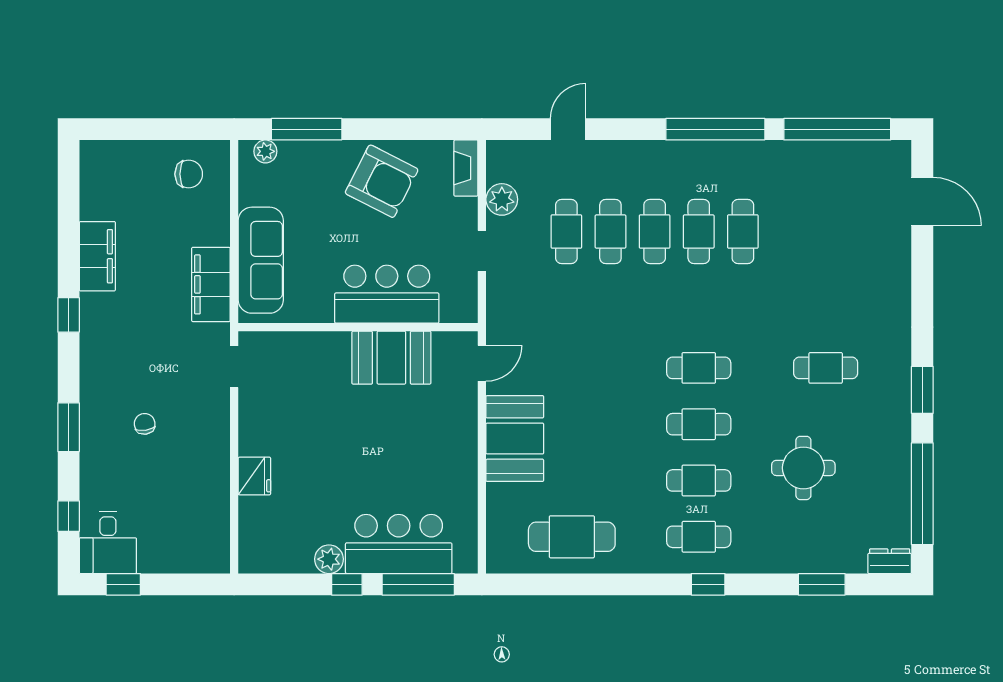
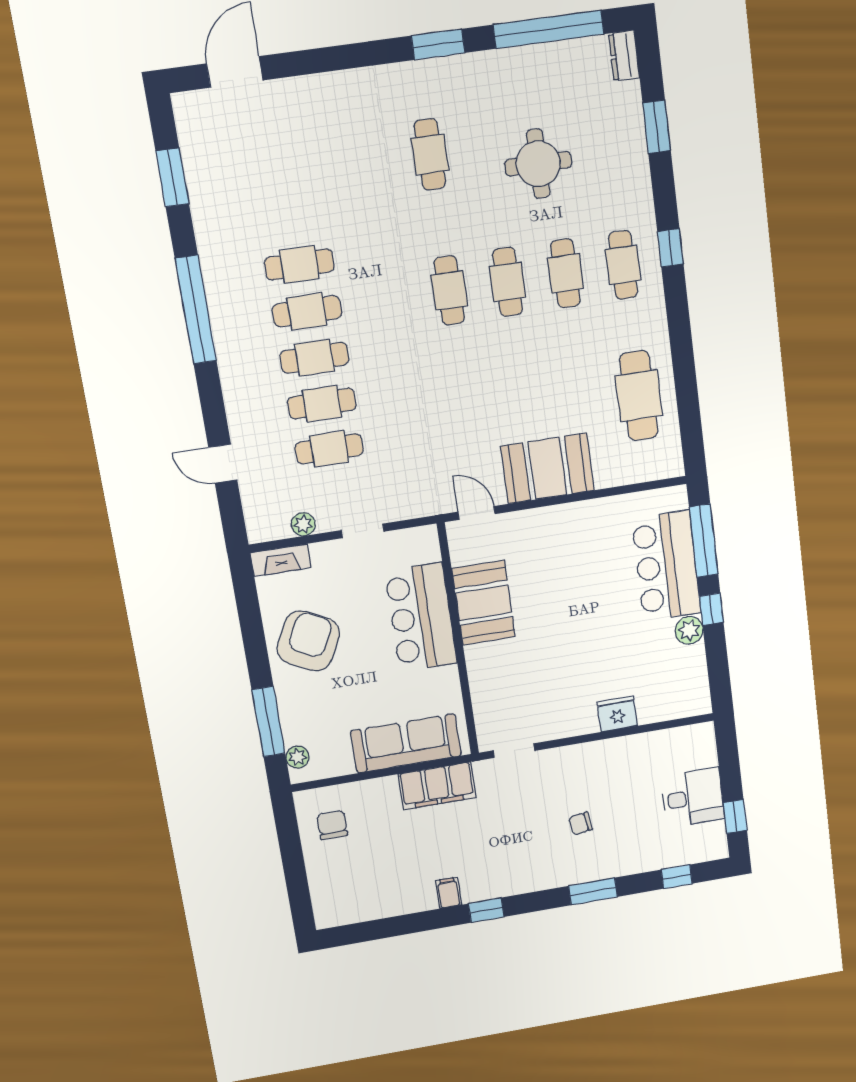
window: (837, 129) -> (172, 178), width x0.47
plant: (502, 199) -> (303, 524), width x0.73, depth x0.73
filing cabinet: (97, 256) -> (449, 893), width x0.33, depth x0.86
desk: (108, 543) -> (693, 798), moved

